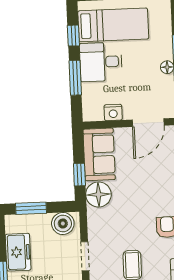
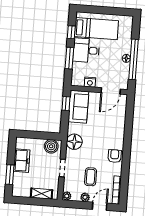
window: (79, 175) -> (66, 103), moved
floor lamp: (98, 194) -> (74, 142), moved
window: (31, 208) -> (33, 135), removed

